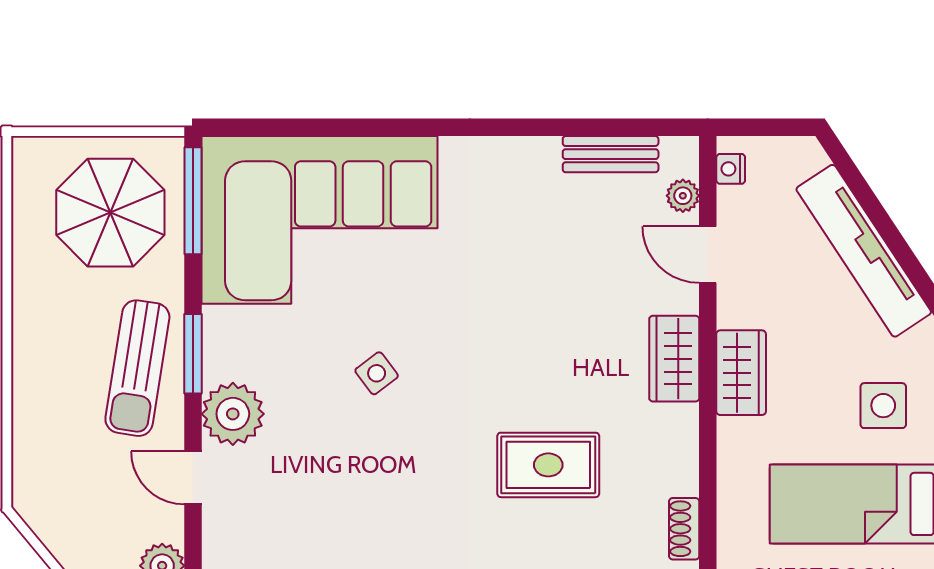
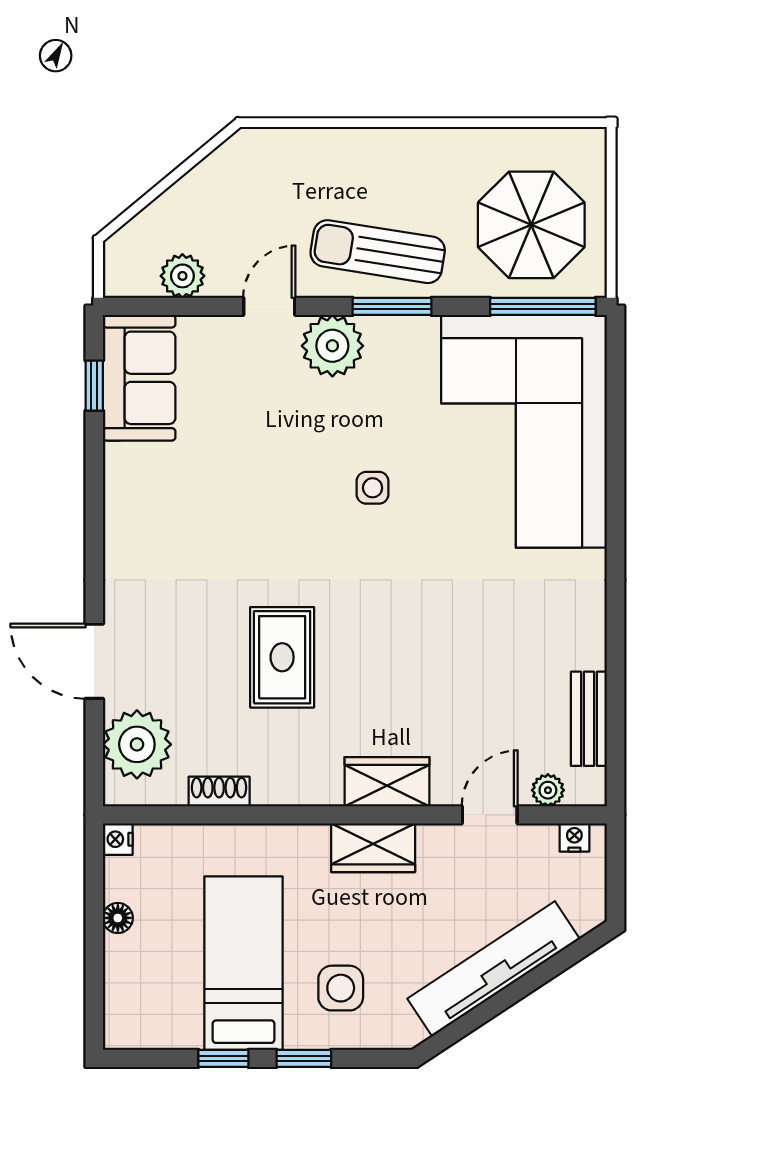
side table: (377, 373) -> (373, 488), turned 37

